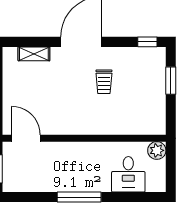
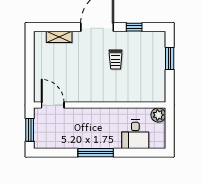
window: (147, 42) -> (134, 27), moved

